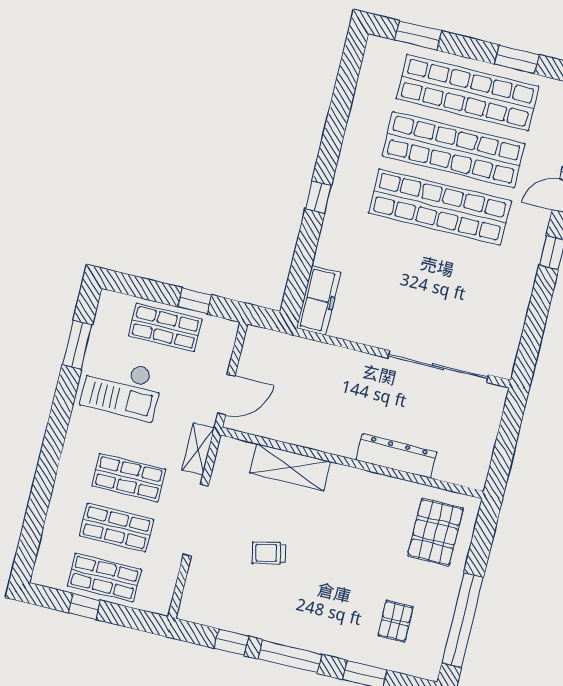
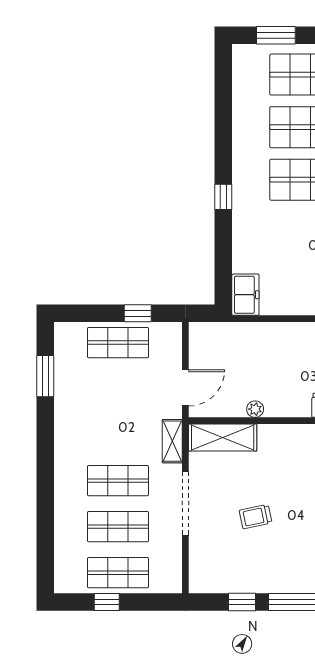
freezer: (319, 300) -> (245, 295), width x0.71
checkout: (122, 388) -> (93, 404), removed
plant: (297, 436) -> (255, 409), added
shelving: (290, 467) -> (223, 438), moved

